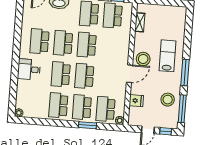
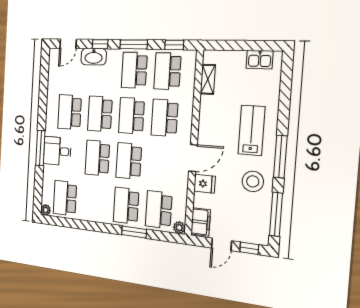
kitchen sink: (173, 11) -> (260, 60), added
school desk: (110, 47) -> (165, 118), added
stool: (143, 59) -> (213, 136), removed
window: (15, 67) -> (40, 148), added
stool: (168, 100) -> (253, 181), moved
fridge: (136, 101) -> (205, 184), moved
school desk: (58, 105) -> (65, 198), moved
filing cabinet: (134, 116) -> (201, 222), added

